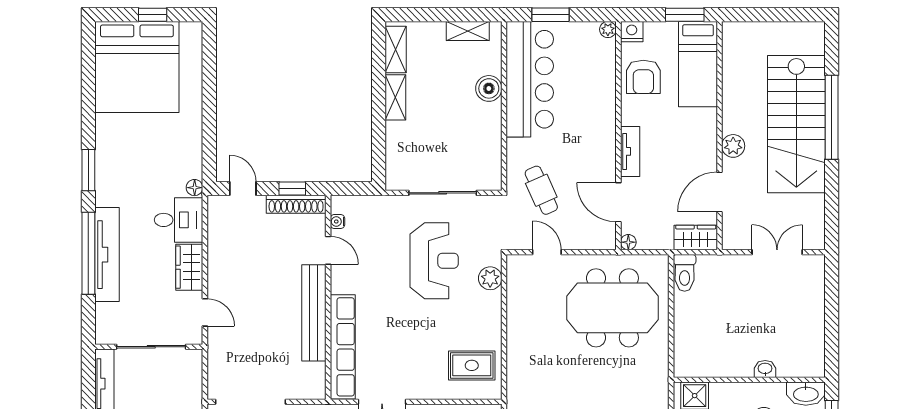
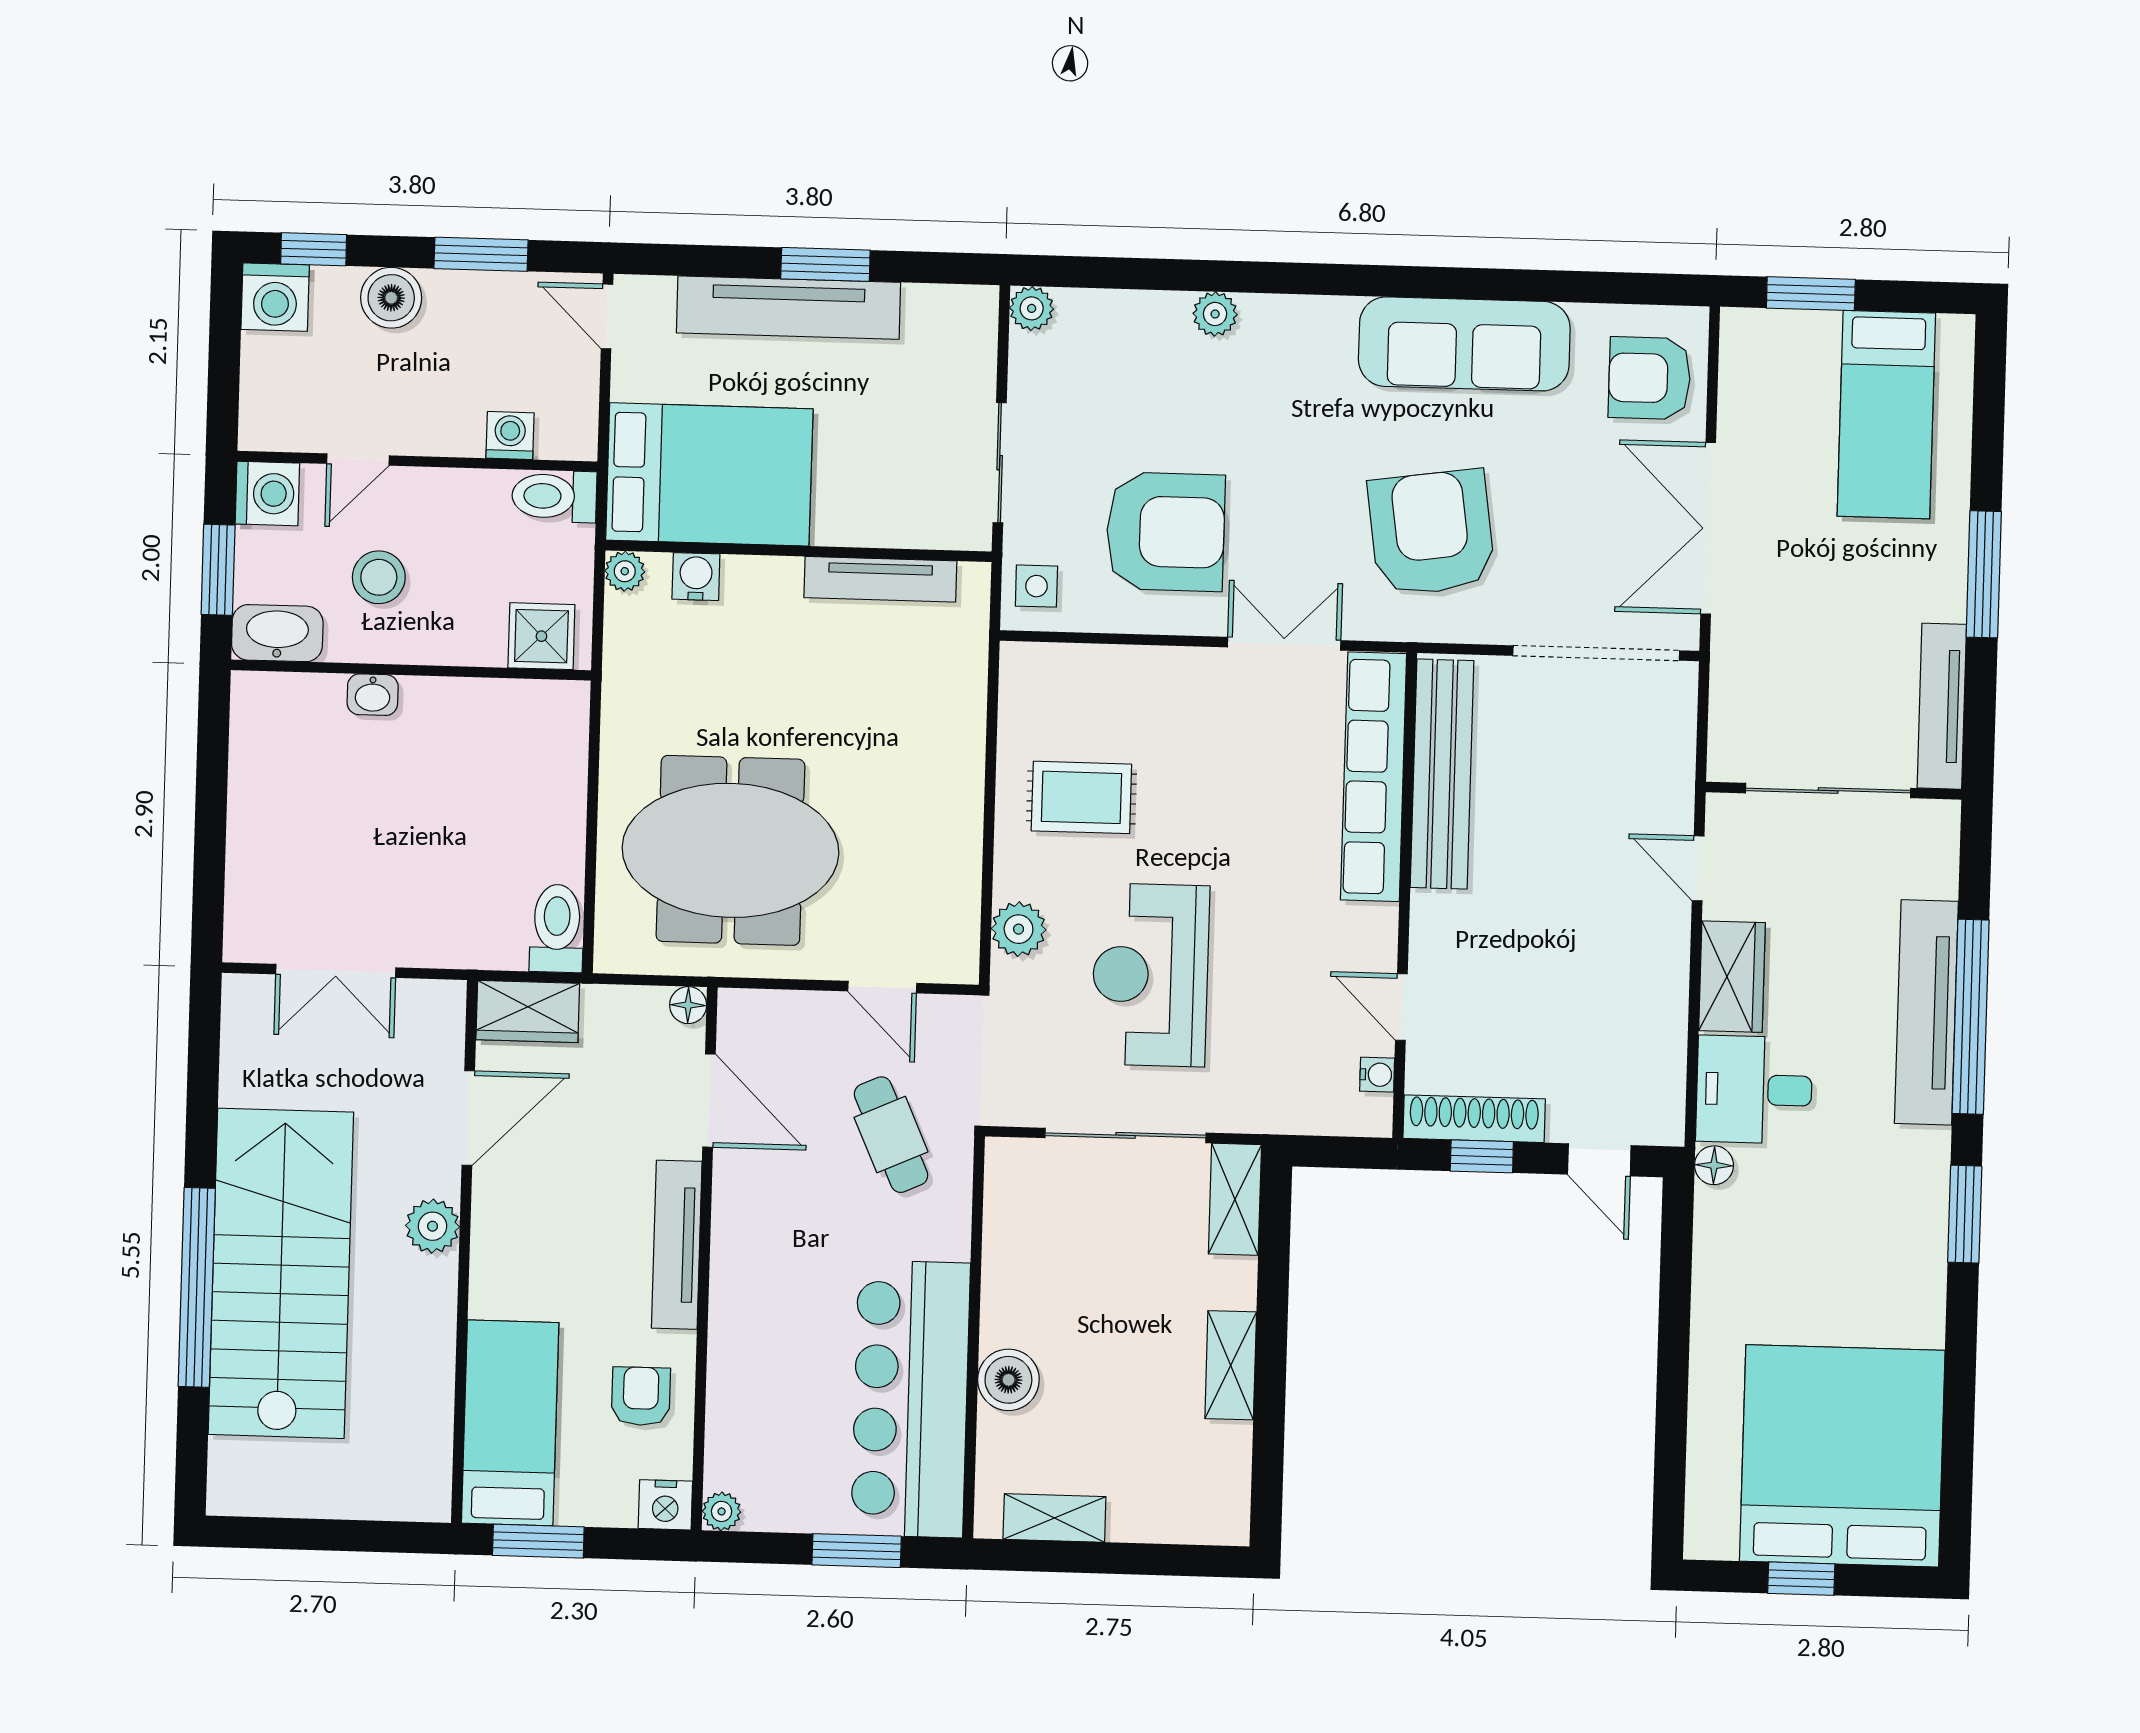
shelving: (396, 50) -> (1235, 1199), moved
armchair: (643, 77) -> (641, 1396), width x0.72, depth x0.72
tv unit: (630, 151) -> (677, 1245), width x1.41
bench: (314, 313) -> (1442, 774), moved
rug: (472, 365) -> (1081, 797), moved

